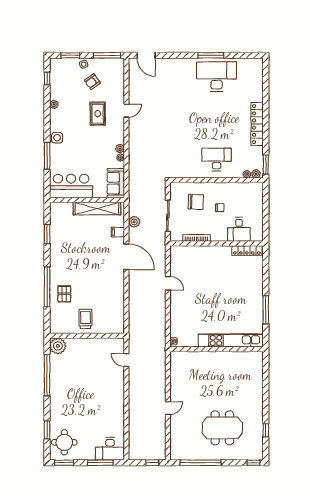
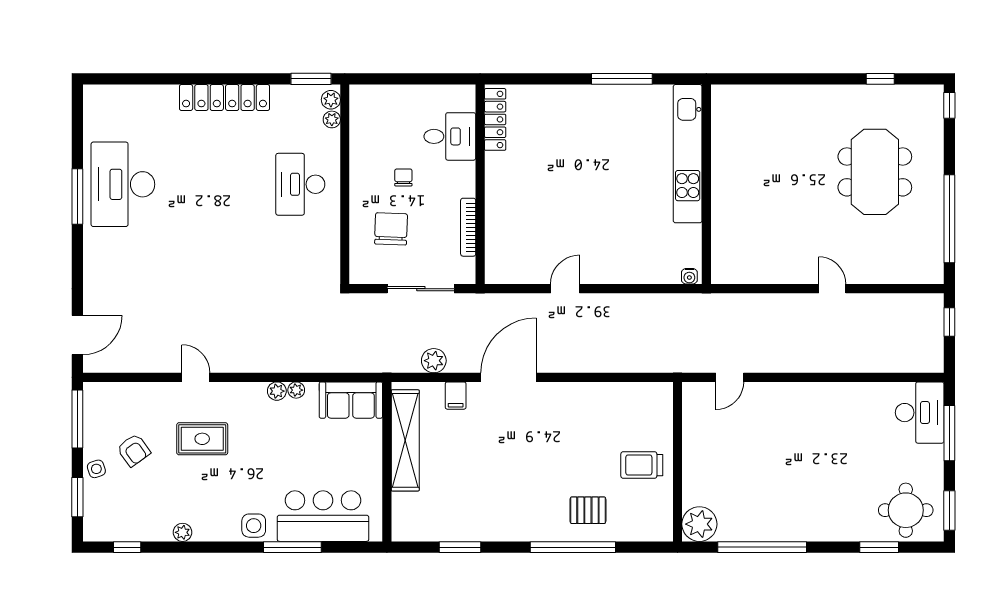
bar counter: (71, 186) -> (323, 516), moved, turned 90

